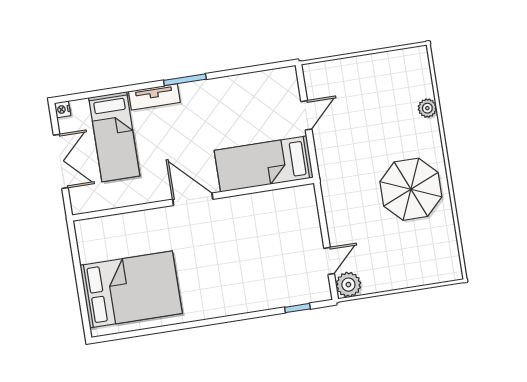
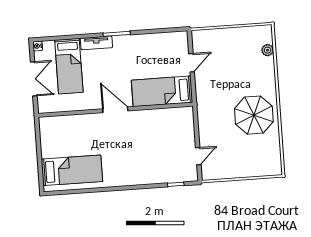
plant: (427, 108) -> (268, 50), moved
plant: (348, 285) -> (209, 172), removed
bed: (131, 289) -> (72, 170), width x0.67

